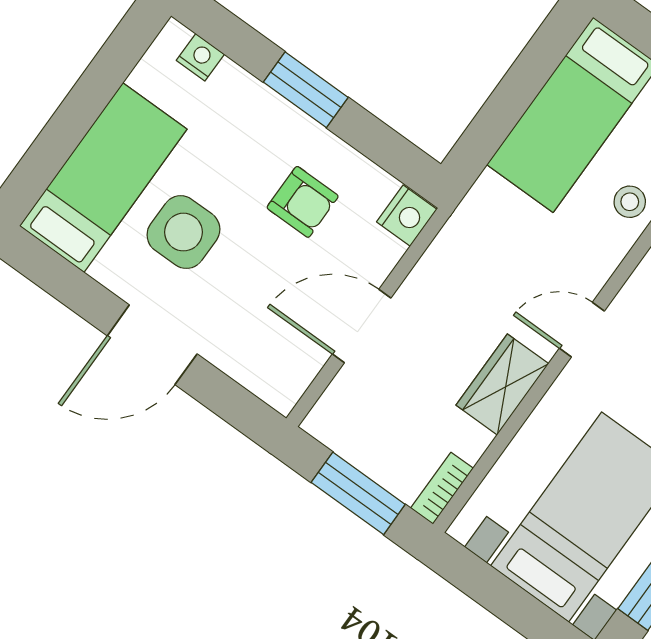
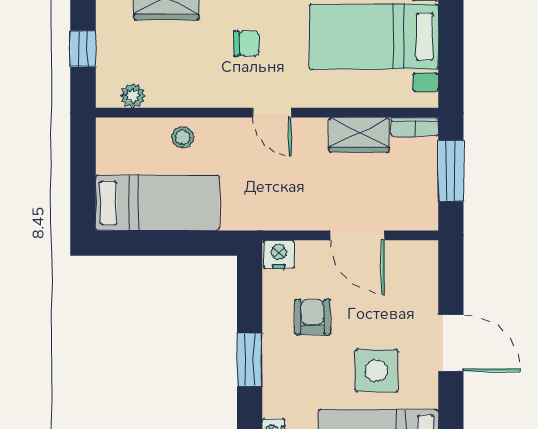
wardrobe: (502, 384) -> (359, 135), moved

